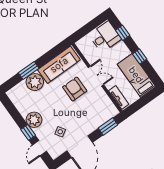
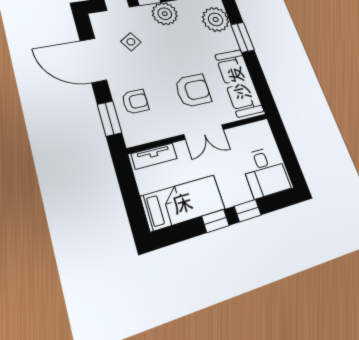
window: (123, 33) -> (248, 211), moved
plant: (35, 82) -> (216, 19), moved
armchair: (94, 117) -> (135, 102), added

